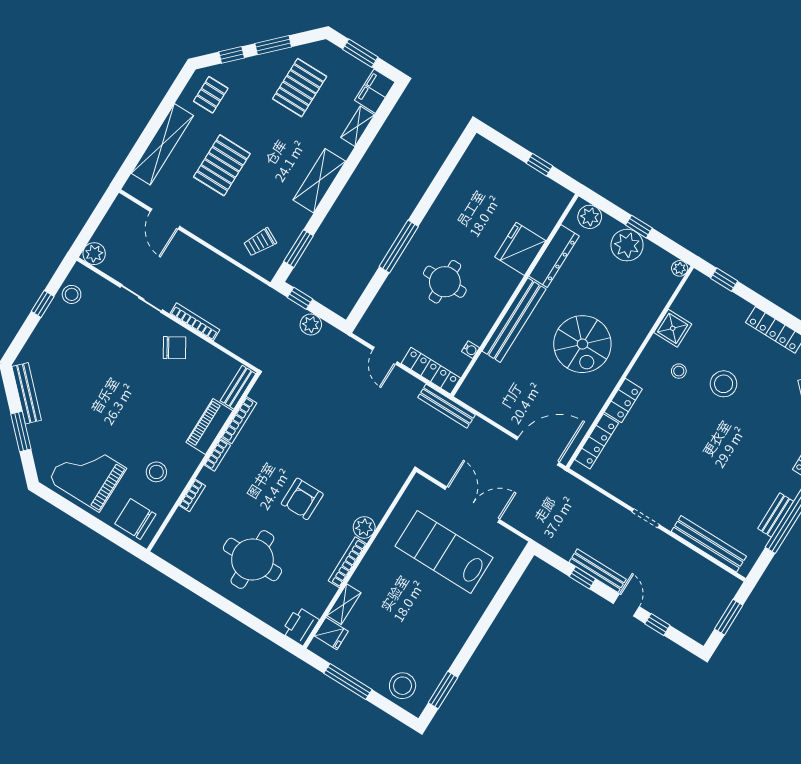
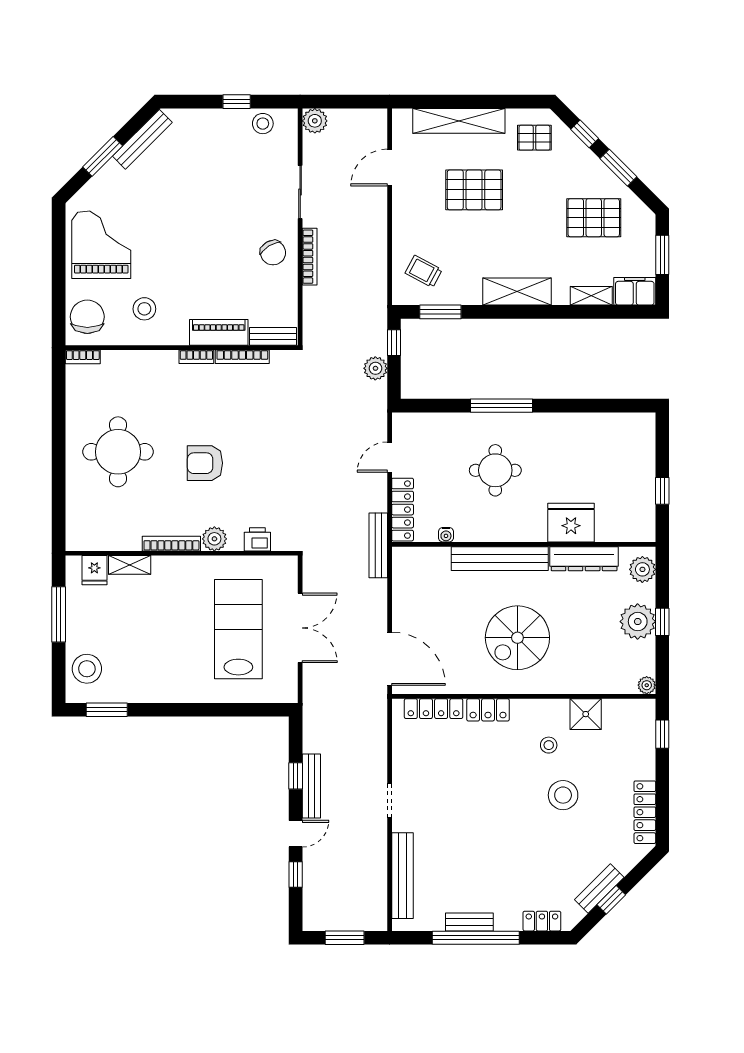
bookcase: (192, 495) -> (83, 357), moved
printer: (300, 626) -> (257, 539), moved, width x0.73, depth x0.81

